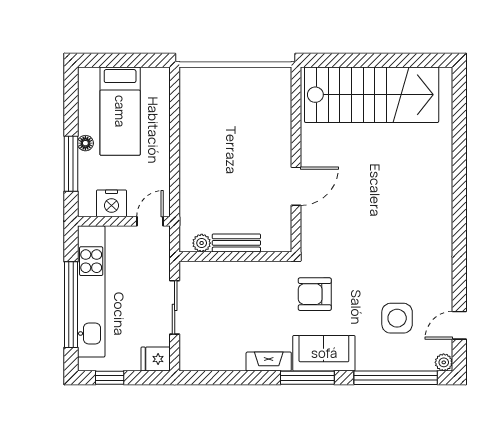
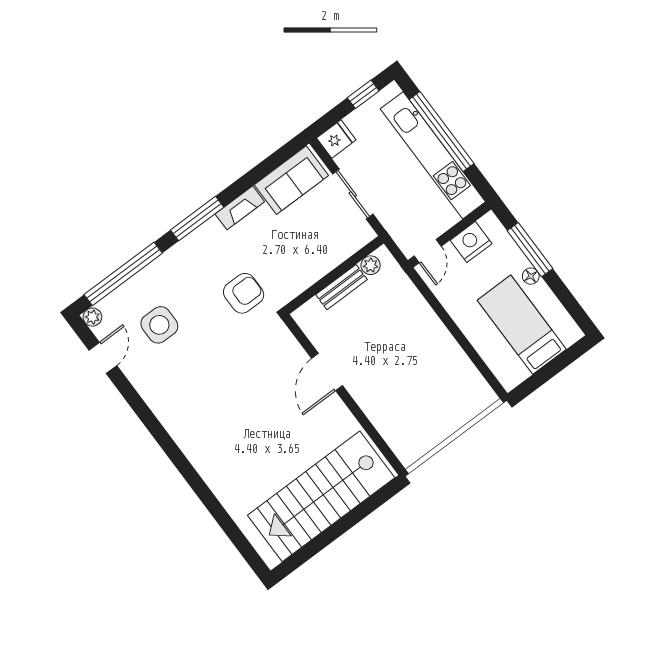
sofa: (324, 353) -> (291, 180), moved

